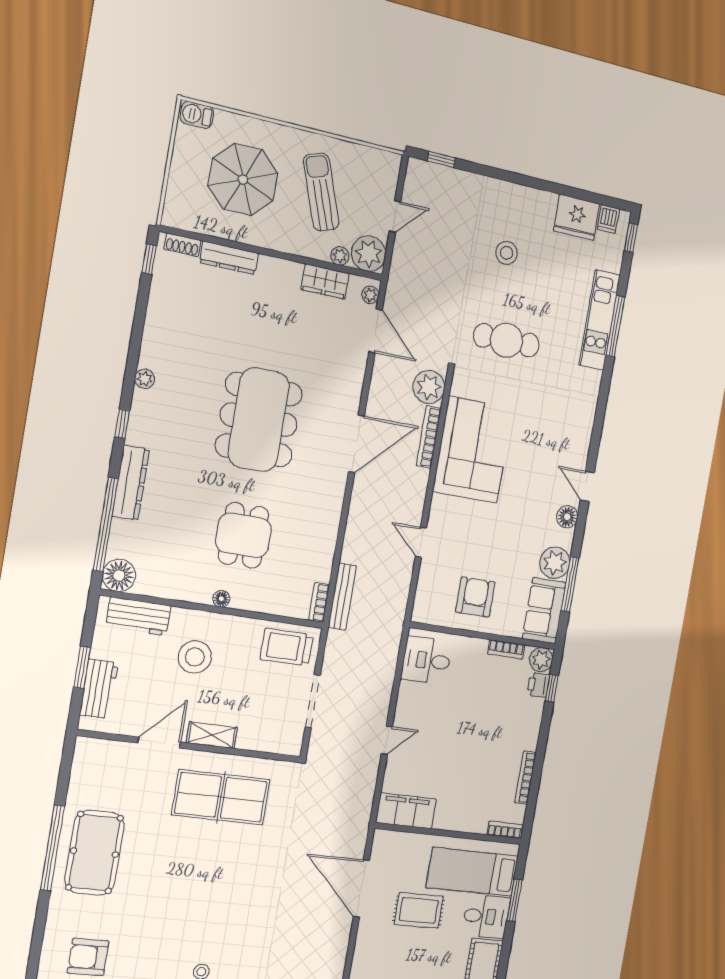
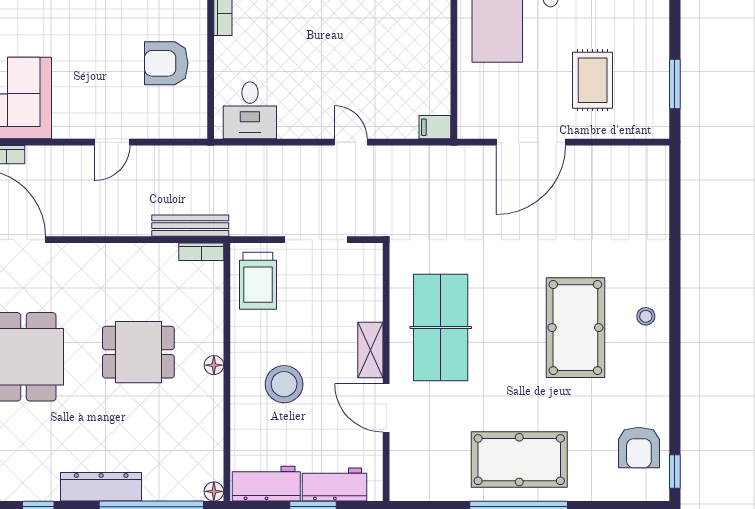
floor lamp: (119, 575) -> (214, 491), width x0.53, depth x0.53
workbench: (138, 616) -> (266, 484), moved, turned -90
filing cabinet: (406, 811) -> (435, 127), width x0.33, depth x0.86
rug: (419, 910) -> (593, 80), moved
pool table: (202, 911) -> (575, 328), added

